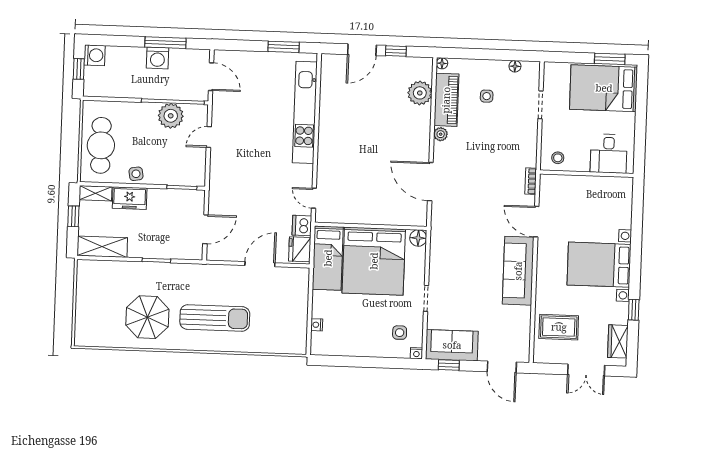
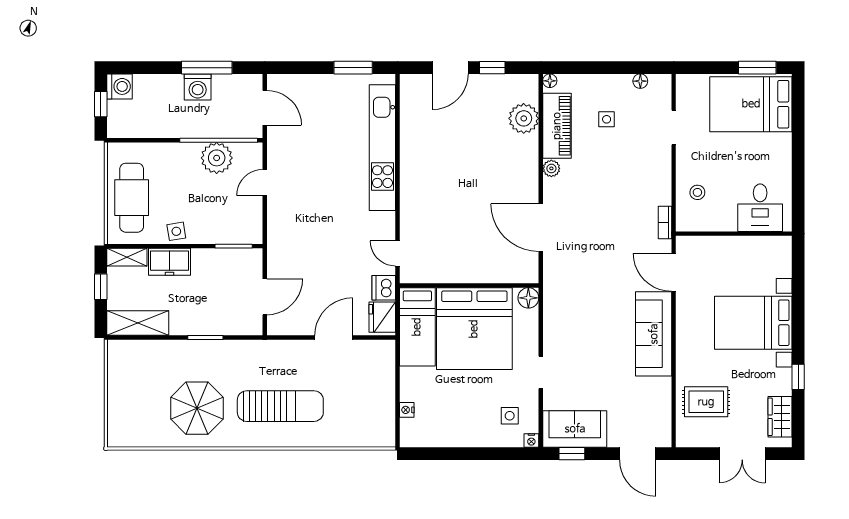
desk: (609, 154) -> (760, 208), moved
wall: (587, 174) -> (734, 234), moved

